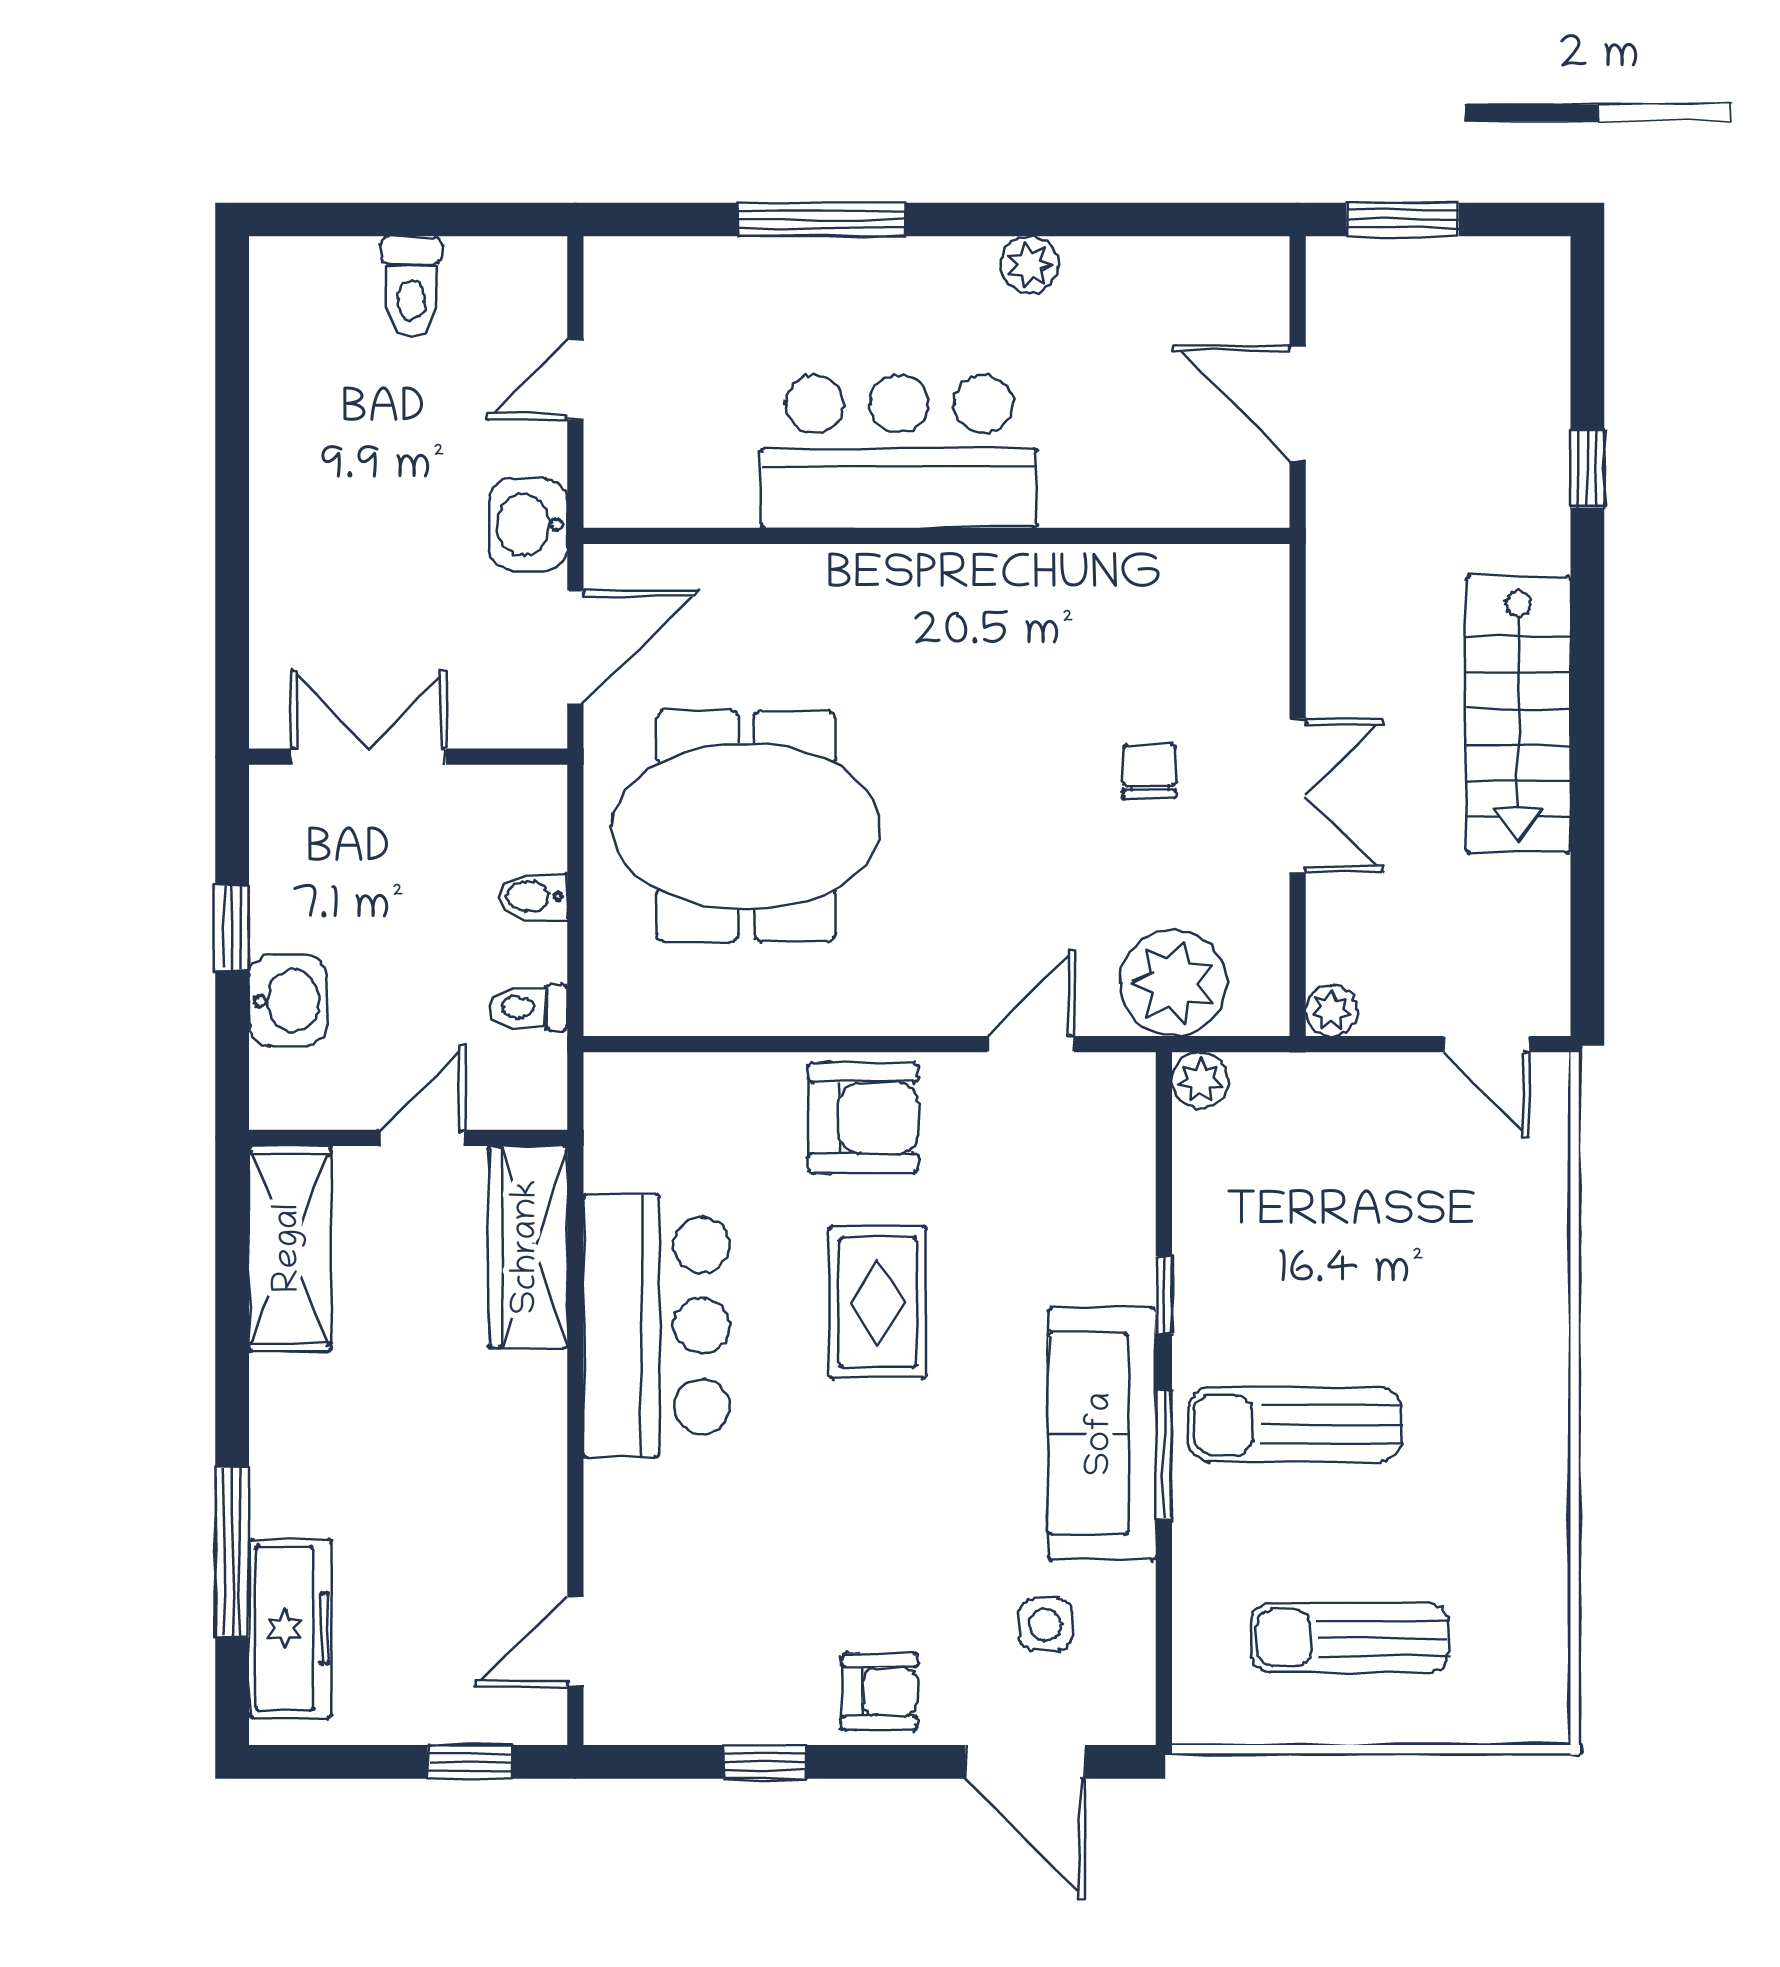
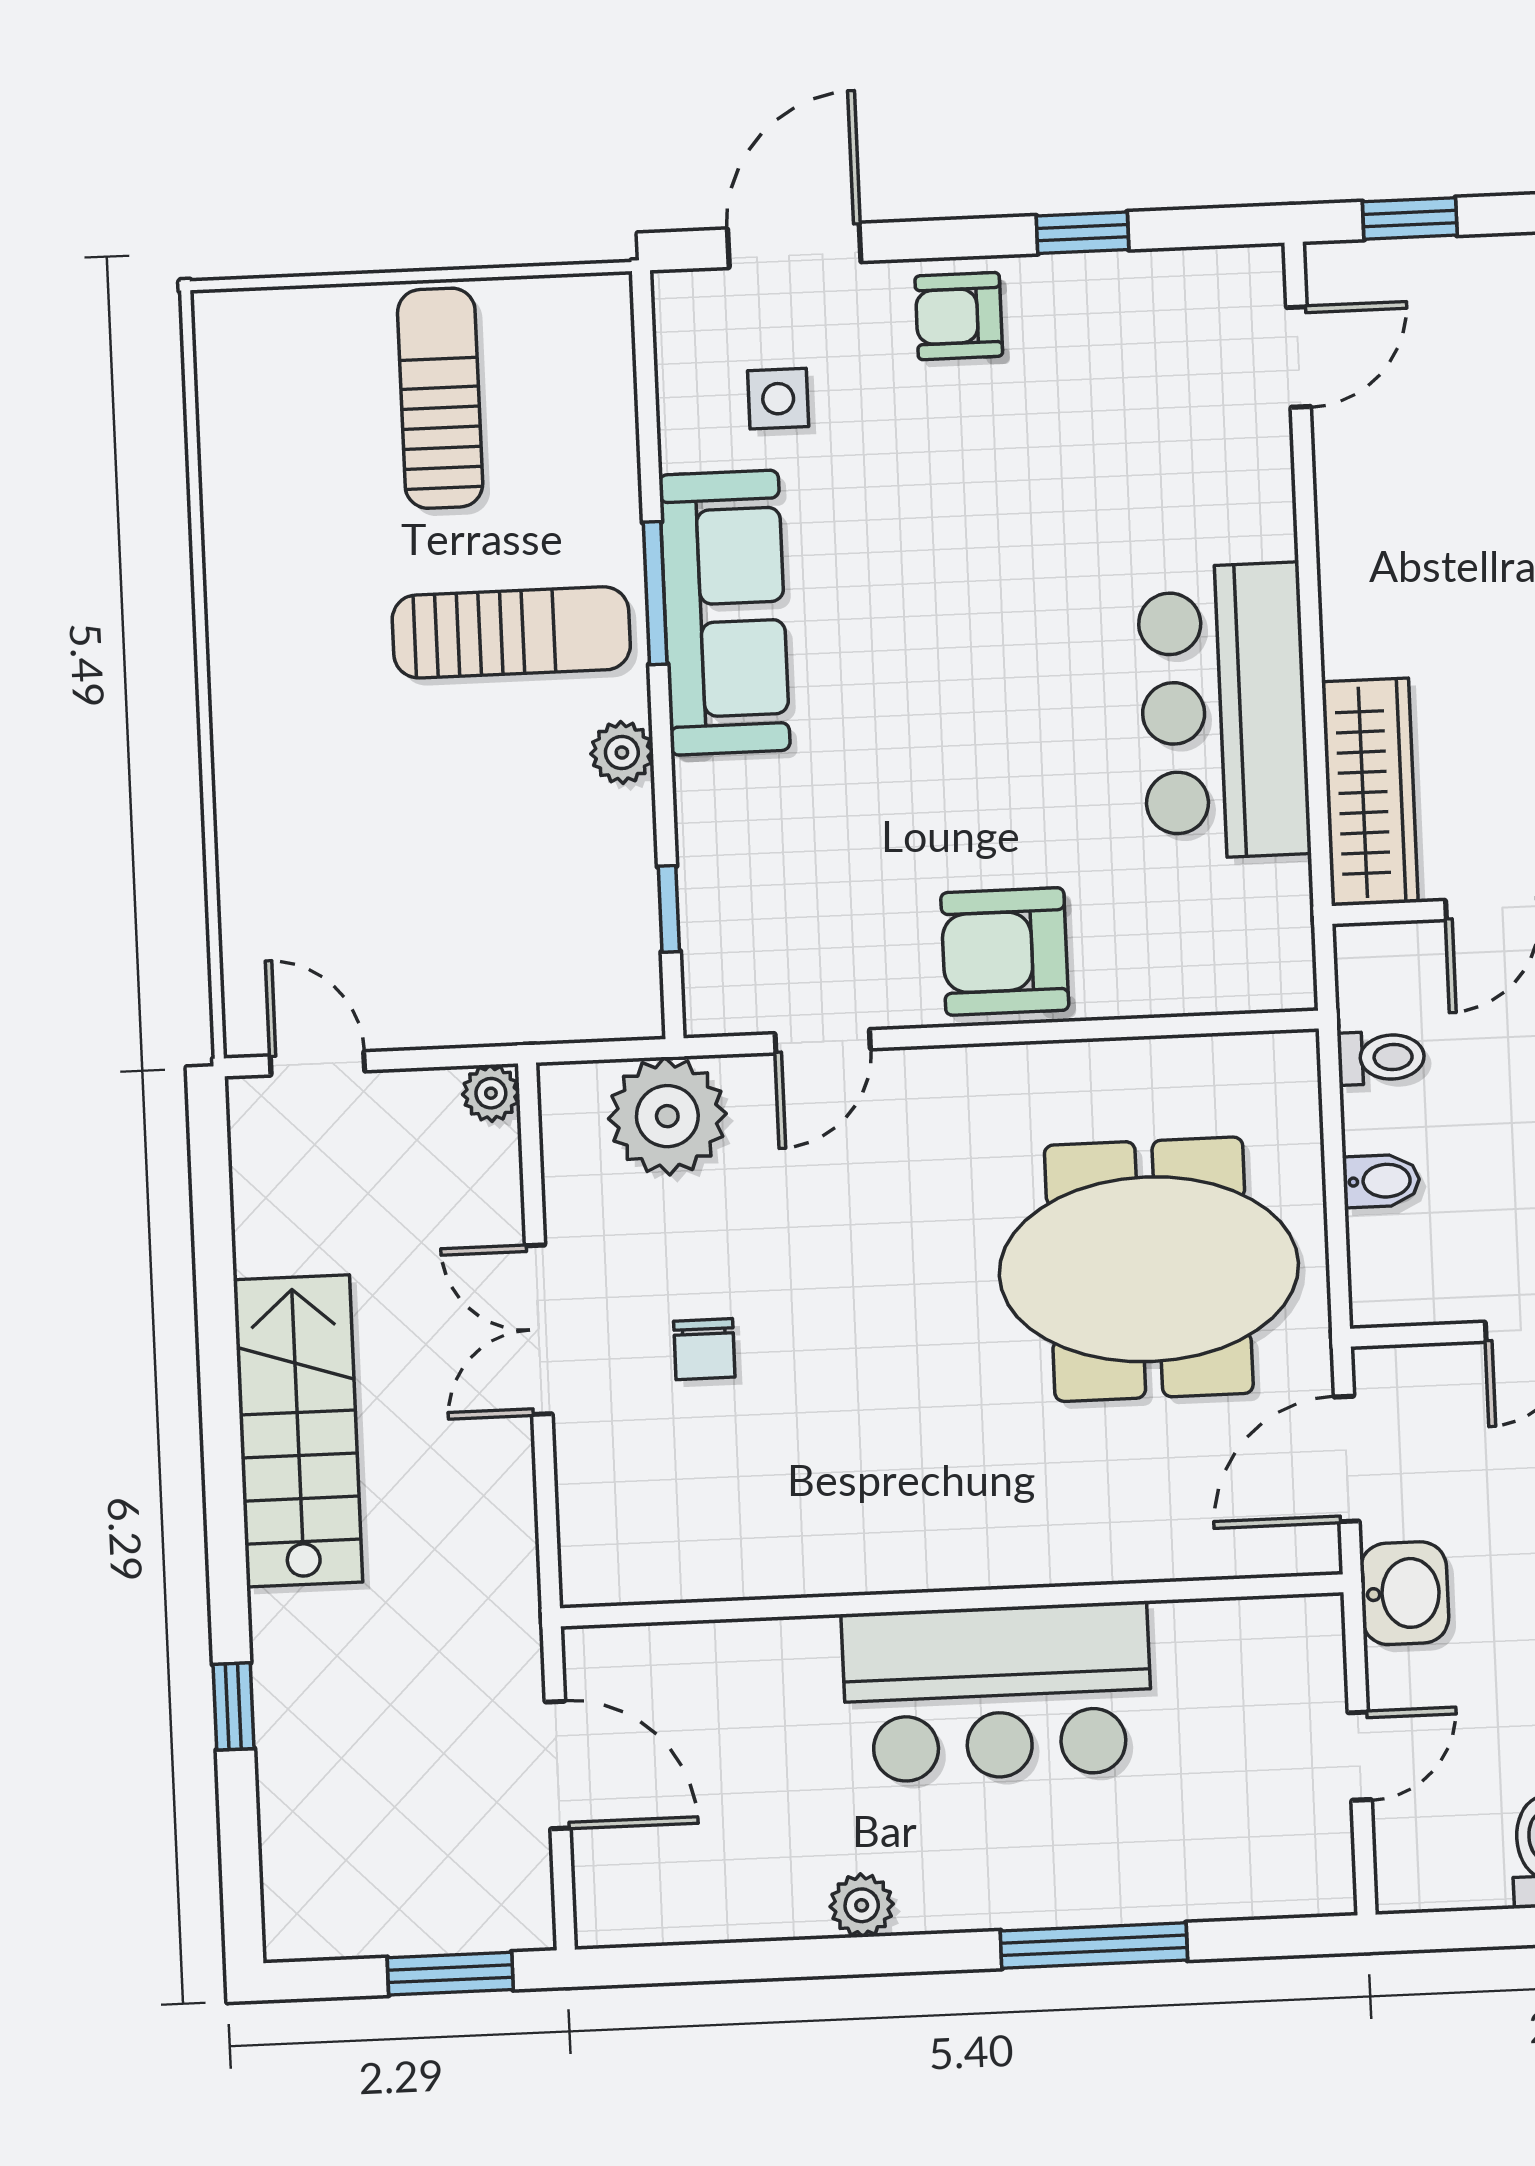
plant: (1200, 1080) -> (622, 752), moved
window: (1164, 1295) -> (669, 909), moved
rug: (878, 1302) -> (980, 748), removed
sun lounger: (1350, 1638) -> (440, 398), turned -90
door: (1025, 1762) -> (794, 245), hinge flipped

